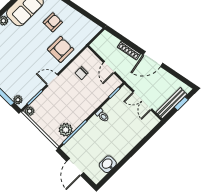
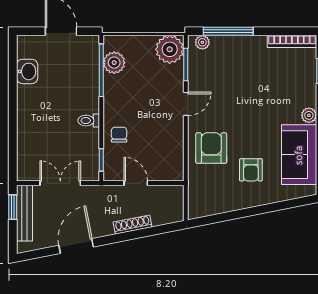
armchair: (61, 49) -> (211, 148), turned 180
door: (153, 59) -> (76, 246), moved
chair: (82, 73) -> (119, 135), moved
window: (181, 104) -> (13, 207), moved
plant: (30, 111) -> (170, 49), width x1.88, depth x1.88

